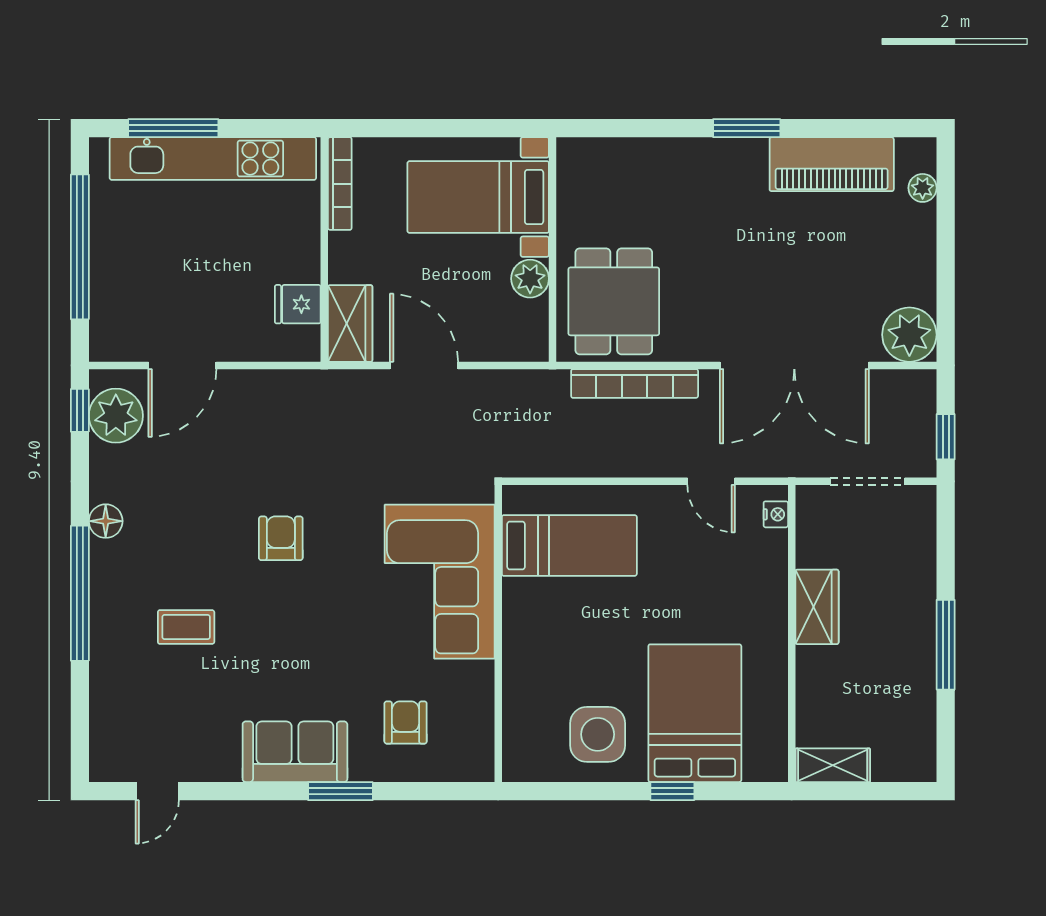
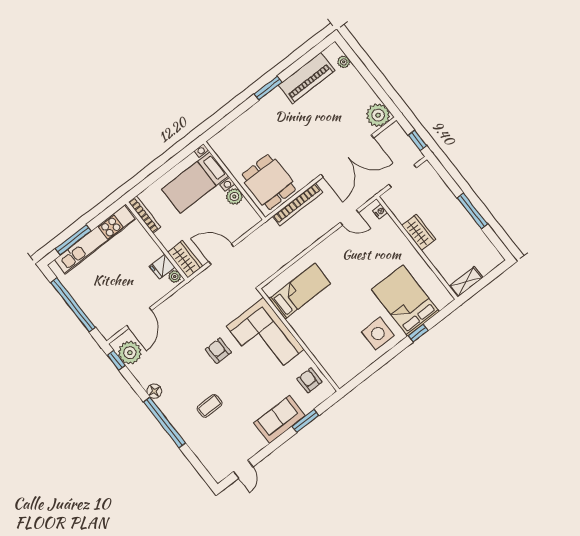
plant: (307, 340) -> (175, 277), added
bed: (569, 545) -> (300, 291), moved
corner sofa: (440, 582) -> (265, 338), moved
wall: (498, 633) -> (299, 340), moved

